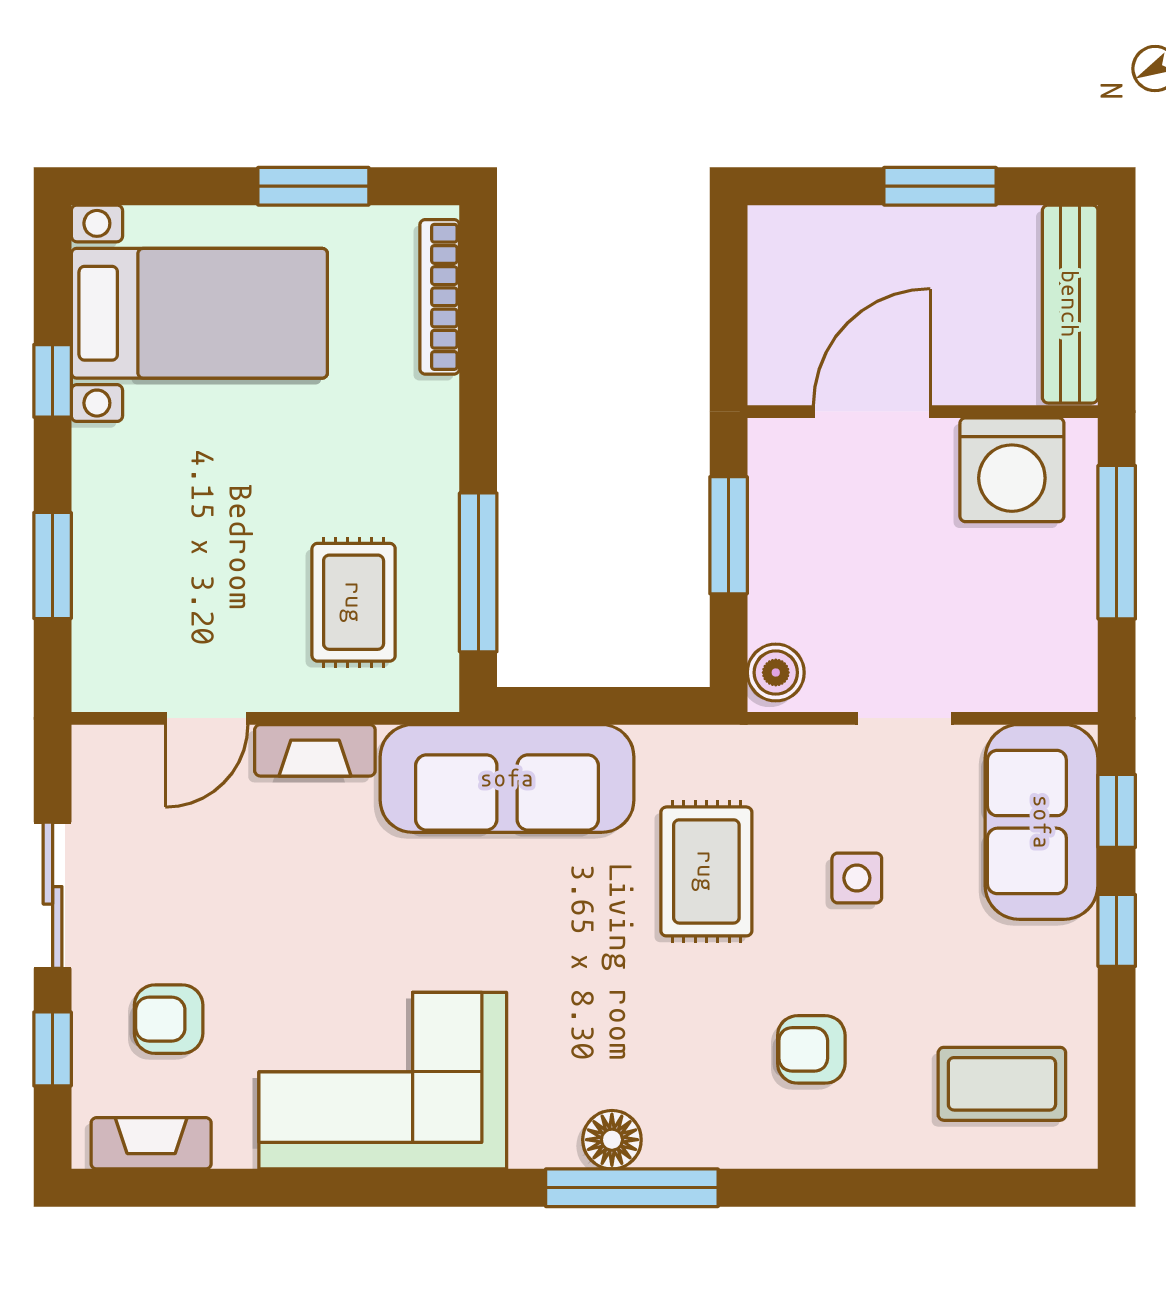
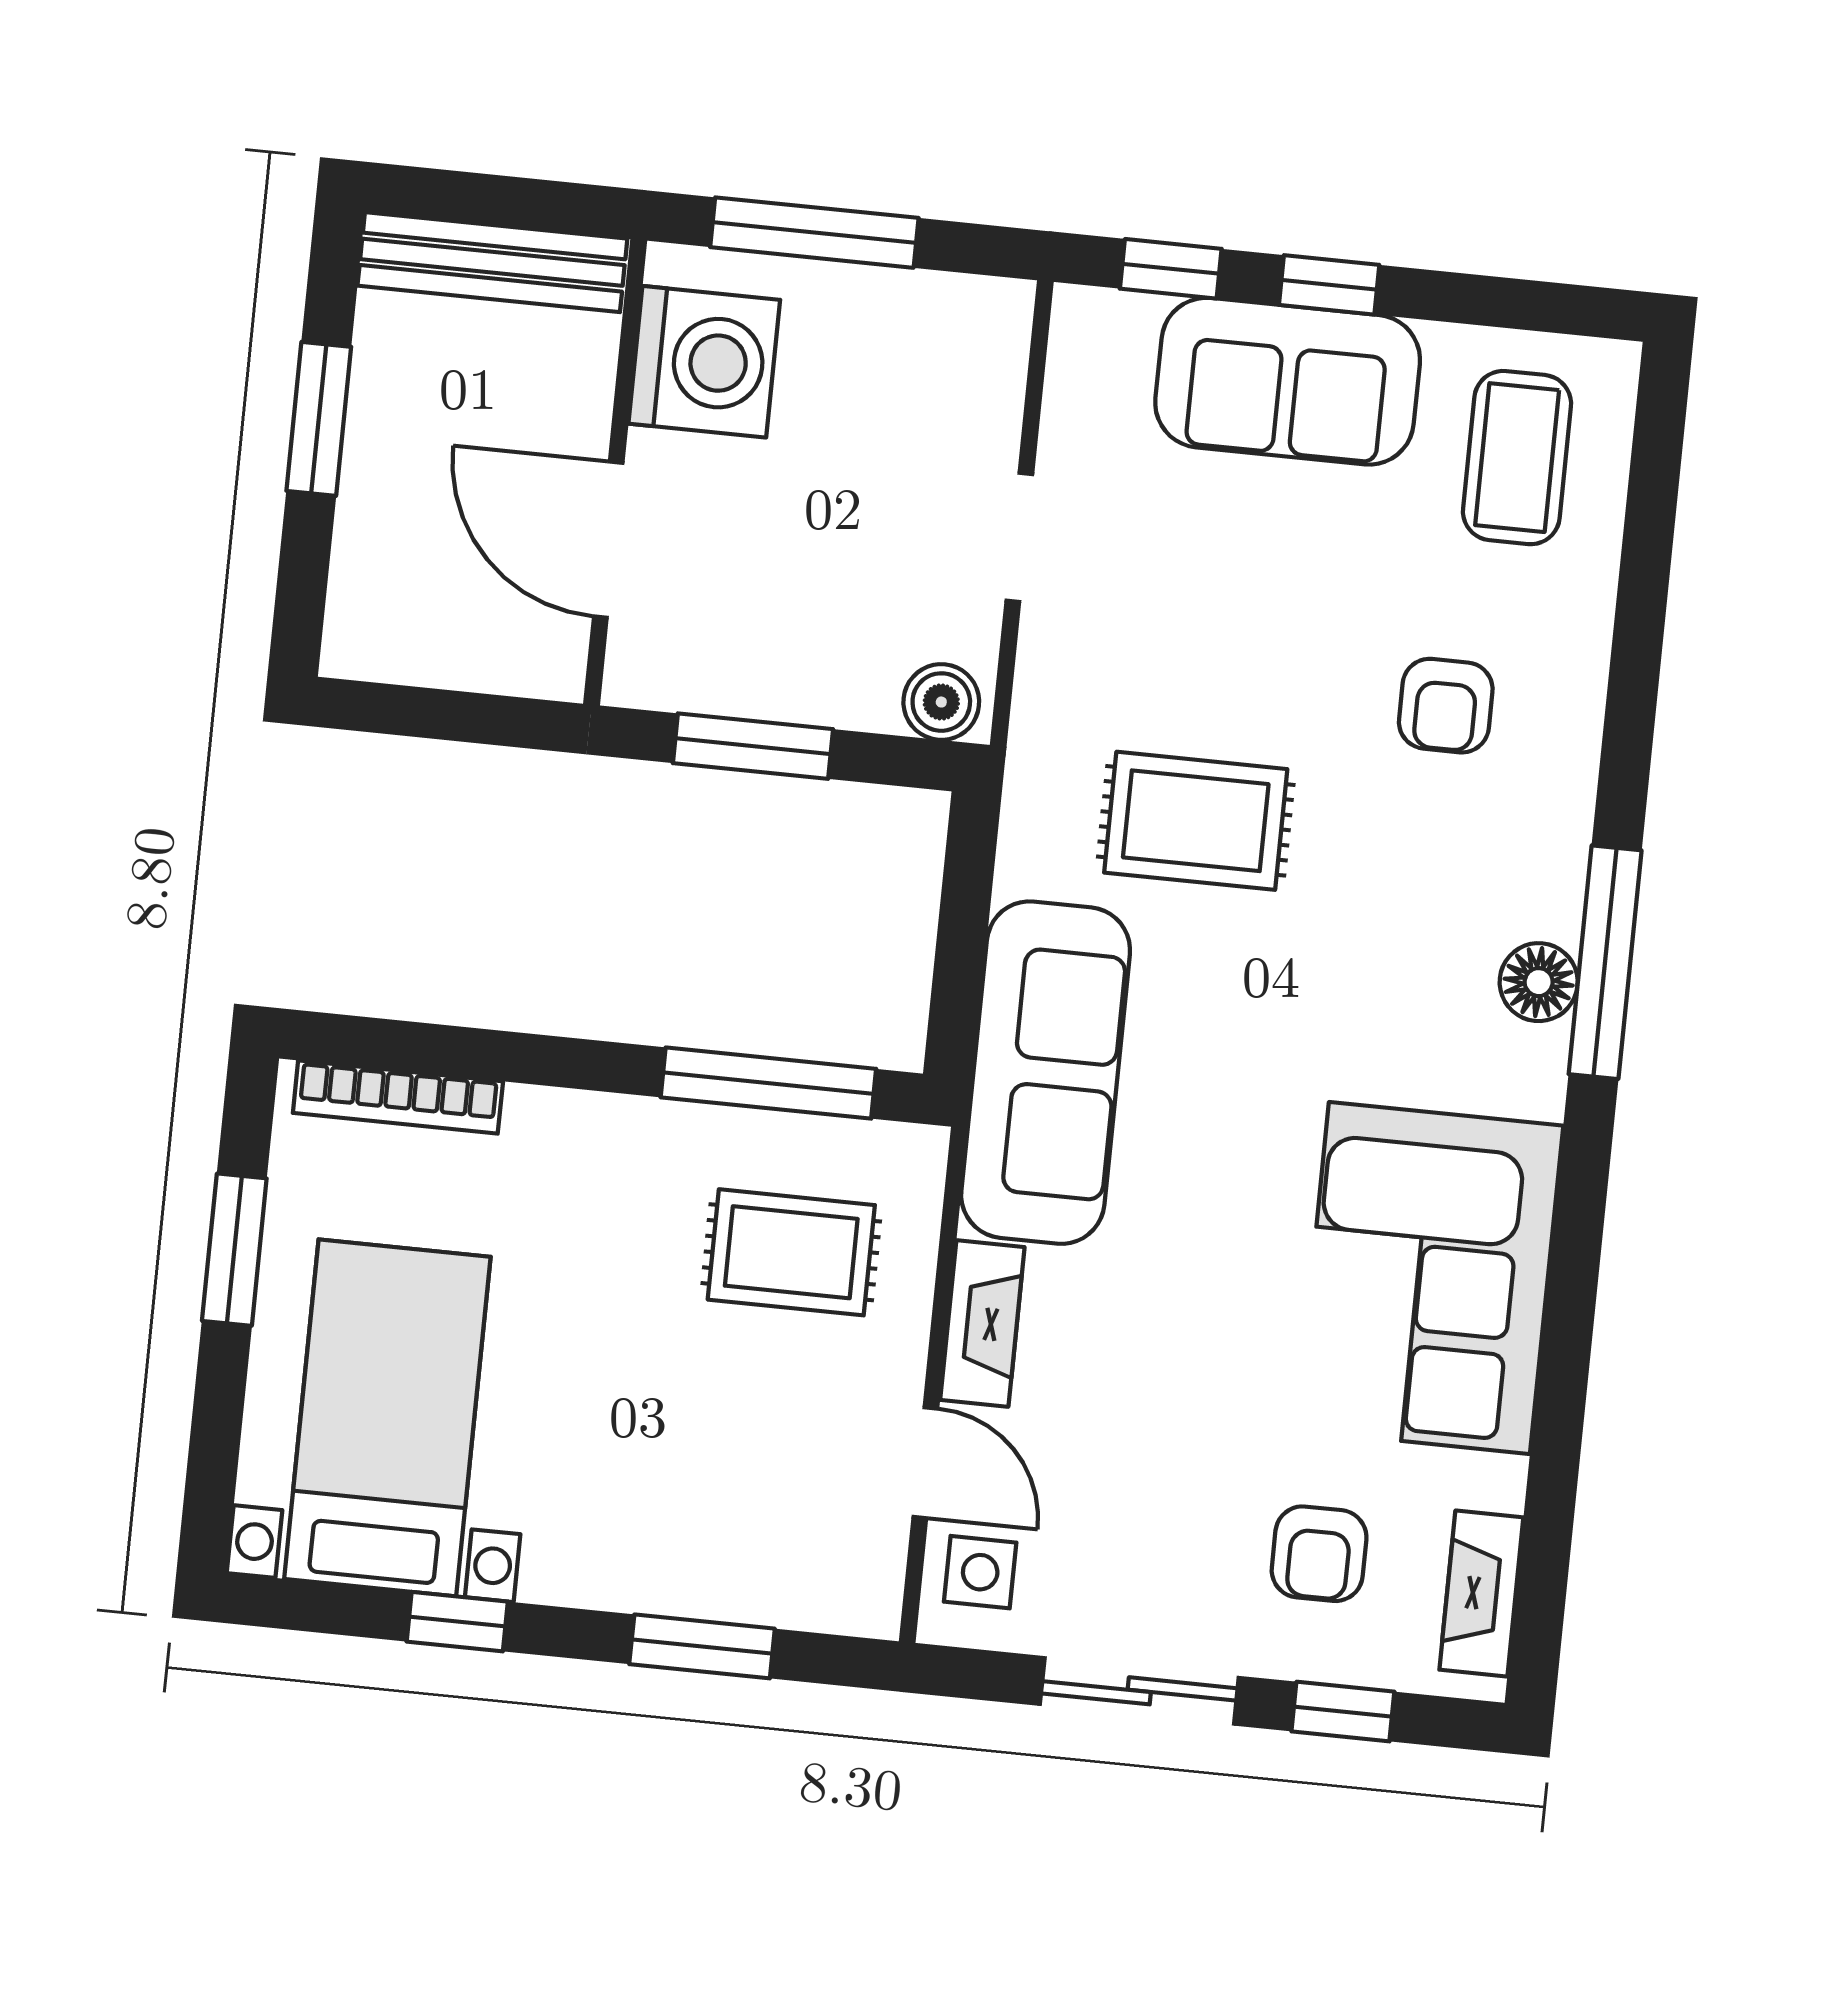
sofa: (1042, 822) -> (1288, 381), moved
side table: (857, 878) -> (980, 1572), moved

